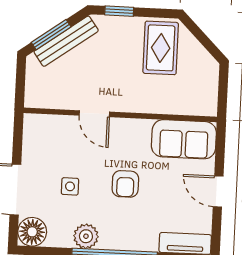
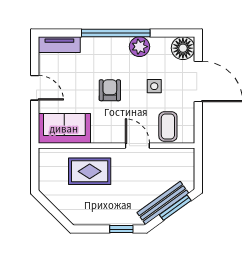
rug: (161, 48) -> (90, 171), moved, turned 90
coffee table: (55, 136) -> (168, 126), added

